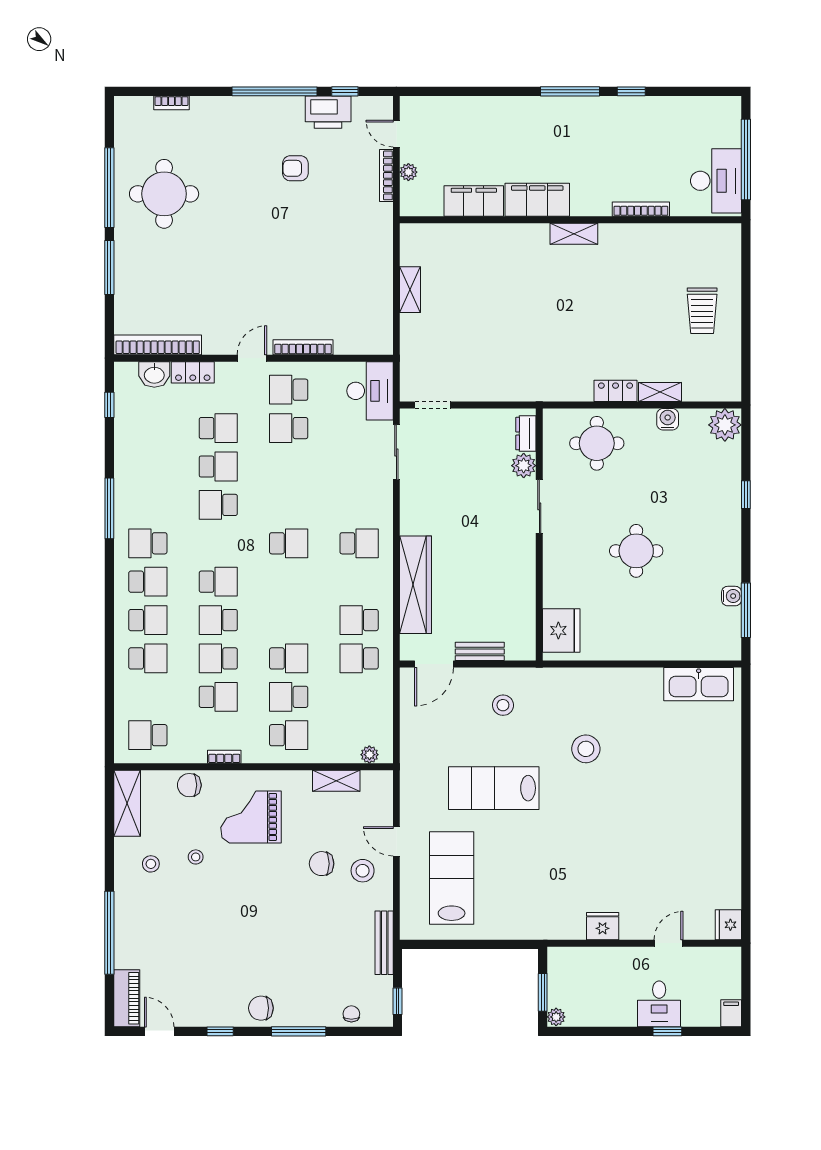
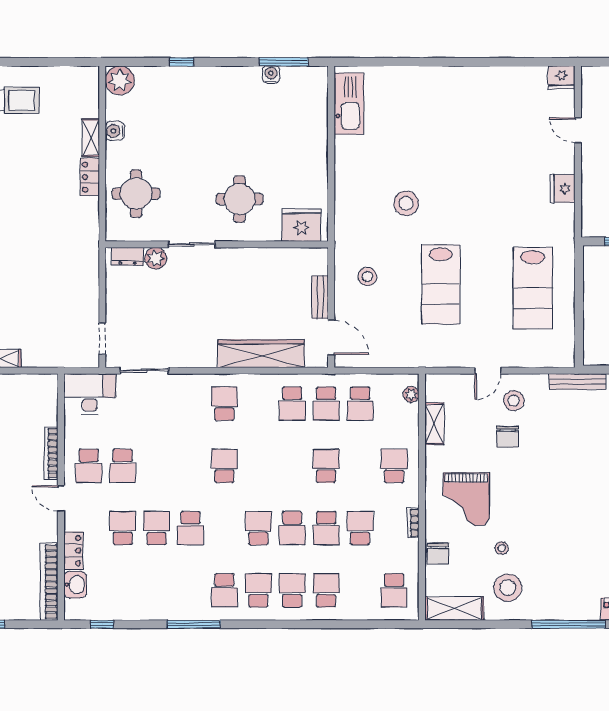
round table: (636, 551) -> (240, 199), moved
school desk: (289, 697) -> (360, 404), moved
stool: (151, 864) -> (508, 588), width x1.89, depth x1.89
lab bench: (452, 878) -> (533, 288), moved, turned -90

